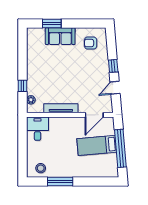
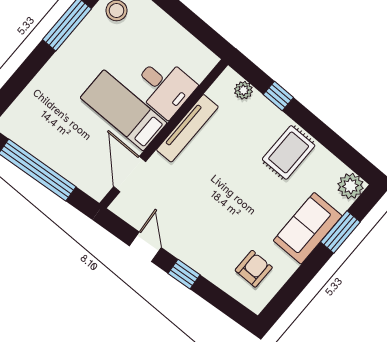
plant: (33, 34) -> (351, 186), added
rug: (39, 65) -> (289, 152), added
desk: (38, 129) -> (164, 87), moved
bed: (97, 145) -> (124, 110), moved, turned -85

